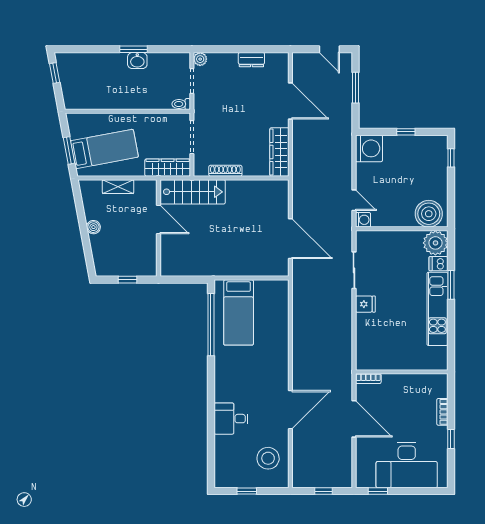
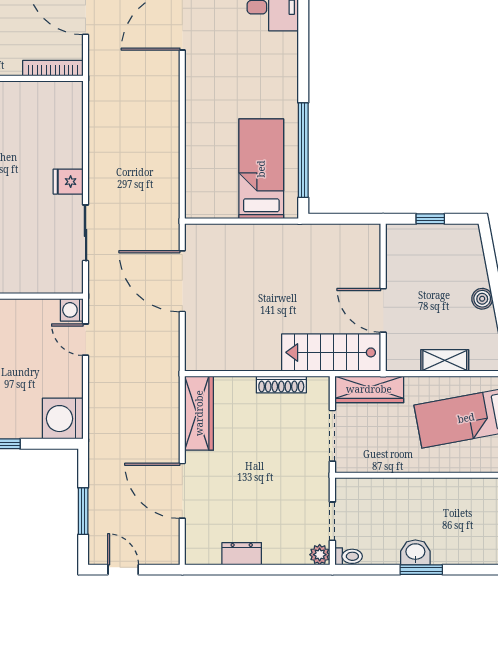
toilet: (181, 104) -> (349, 556), moved
bookcase: (368, 379) -> (53, 68), width x1.56

